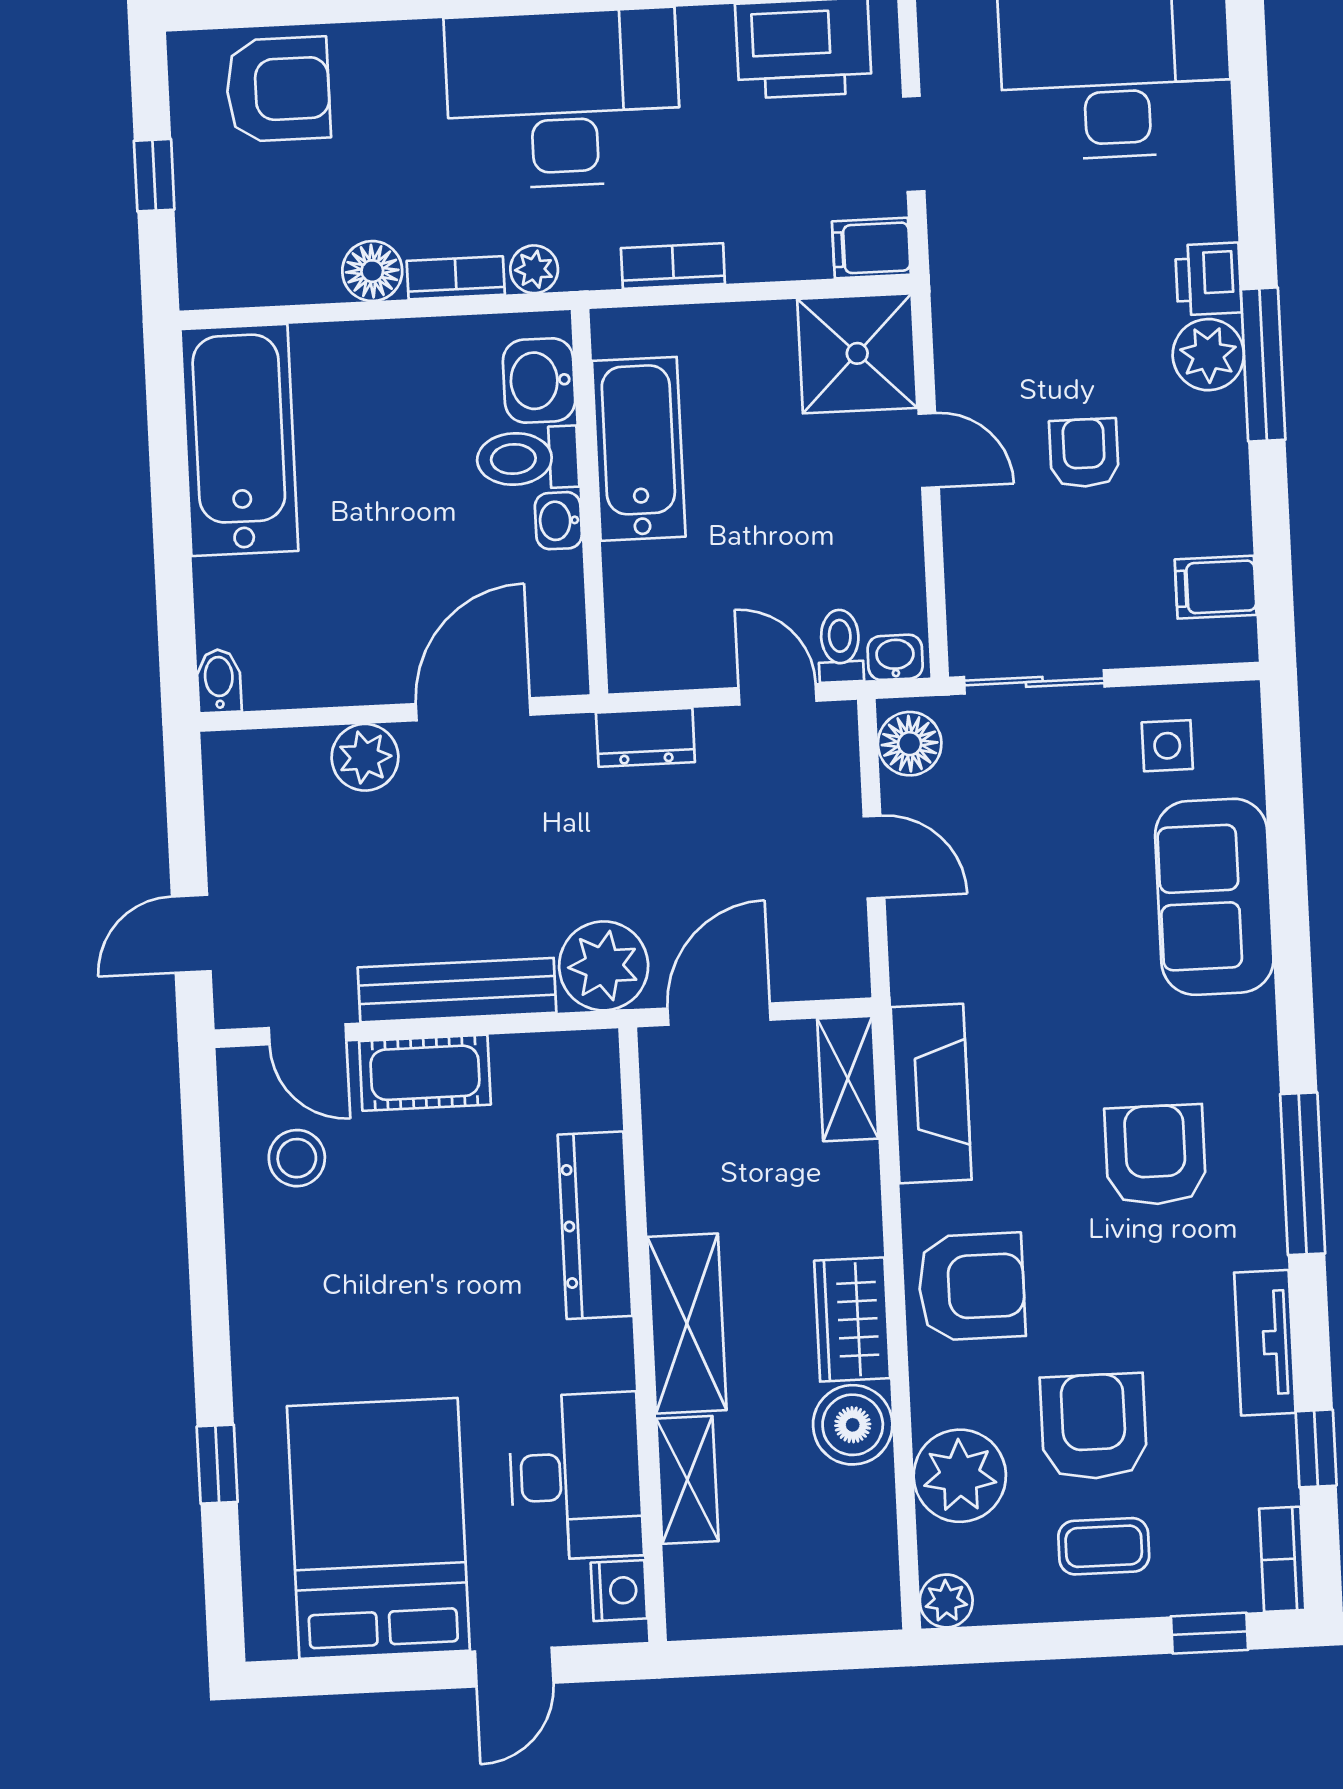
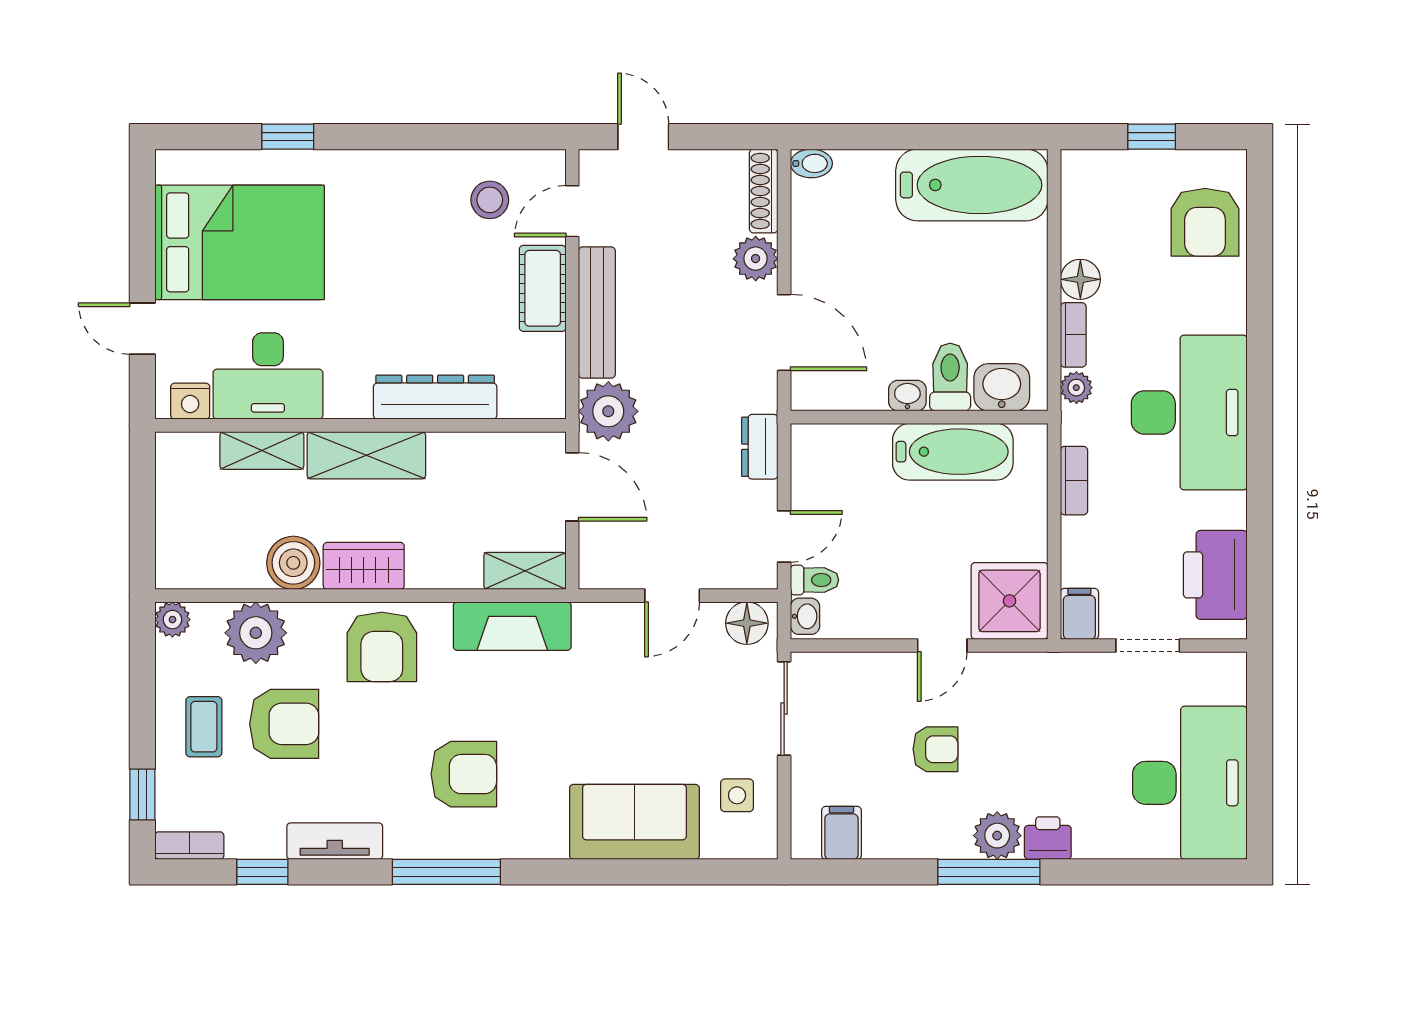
shoe rack: (264, 750) -> (764, 191), added

